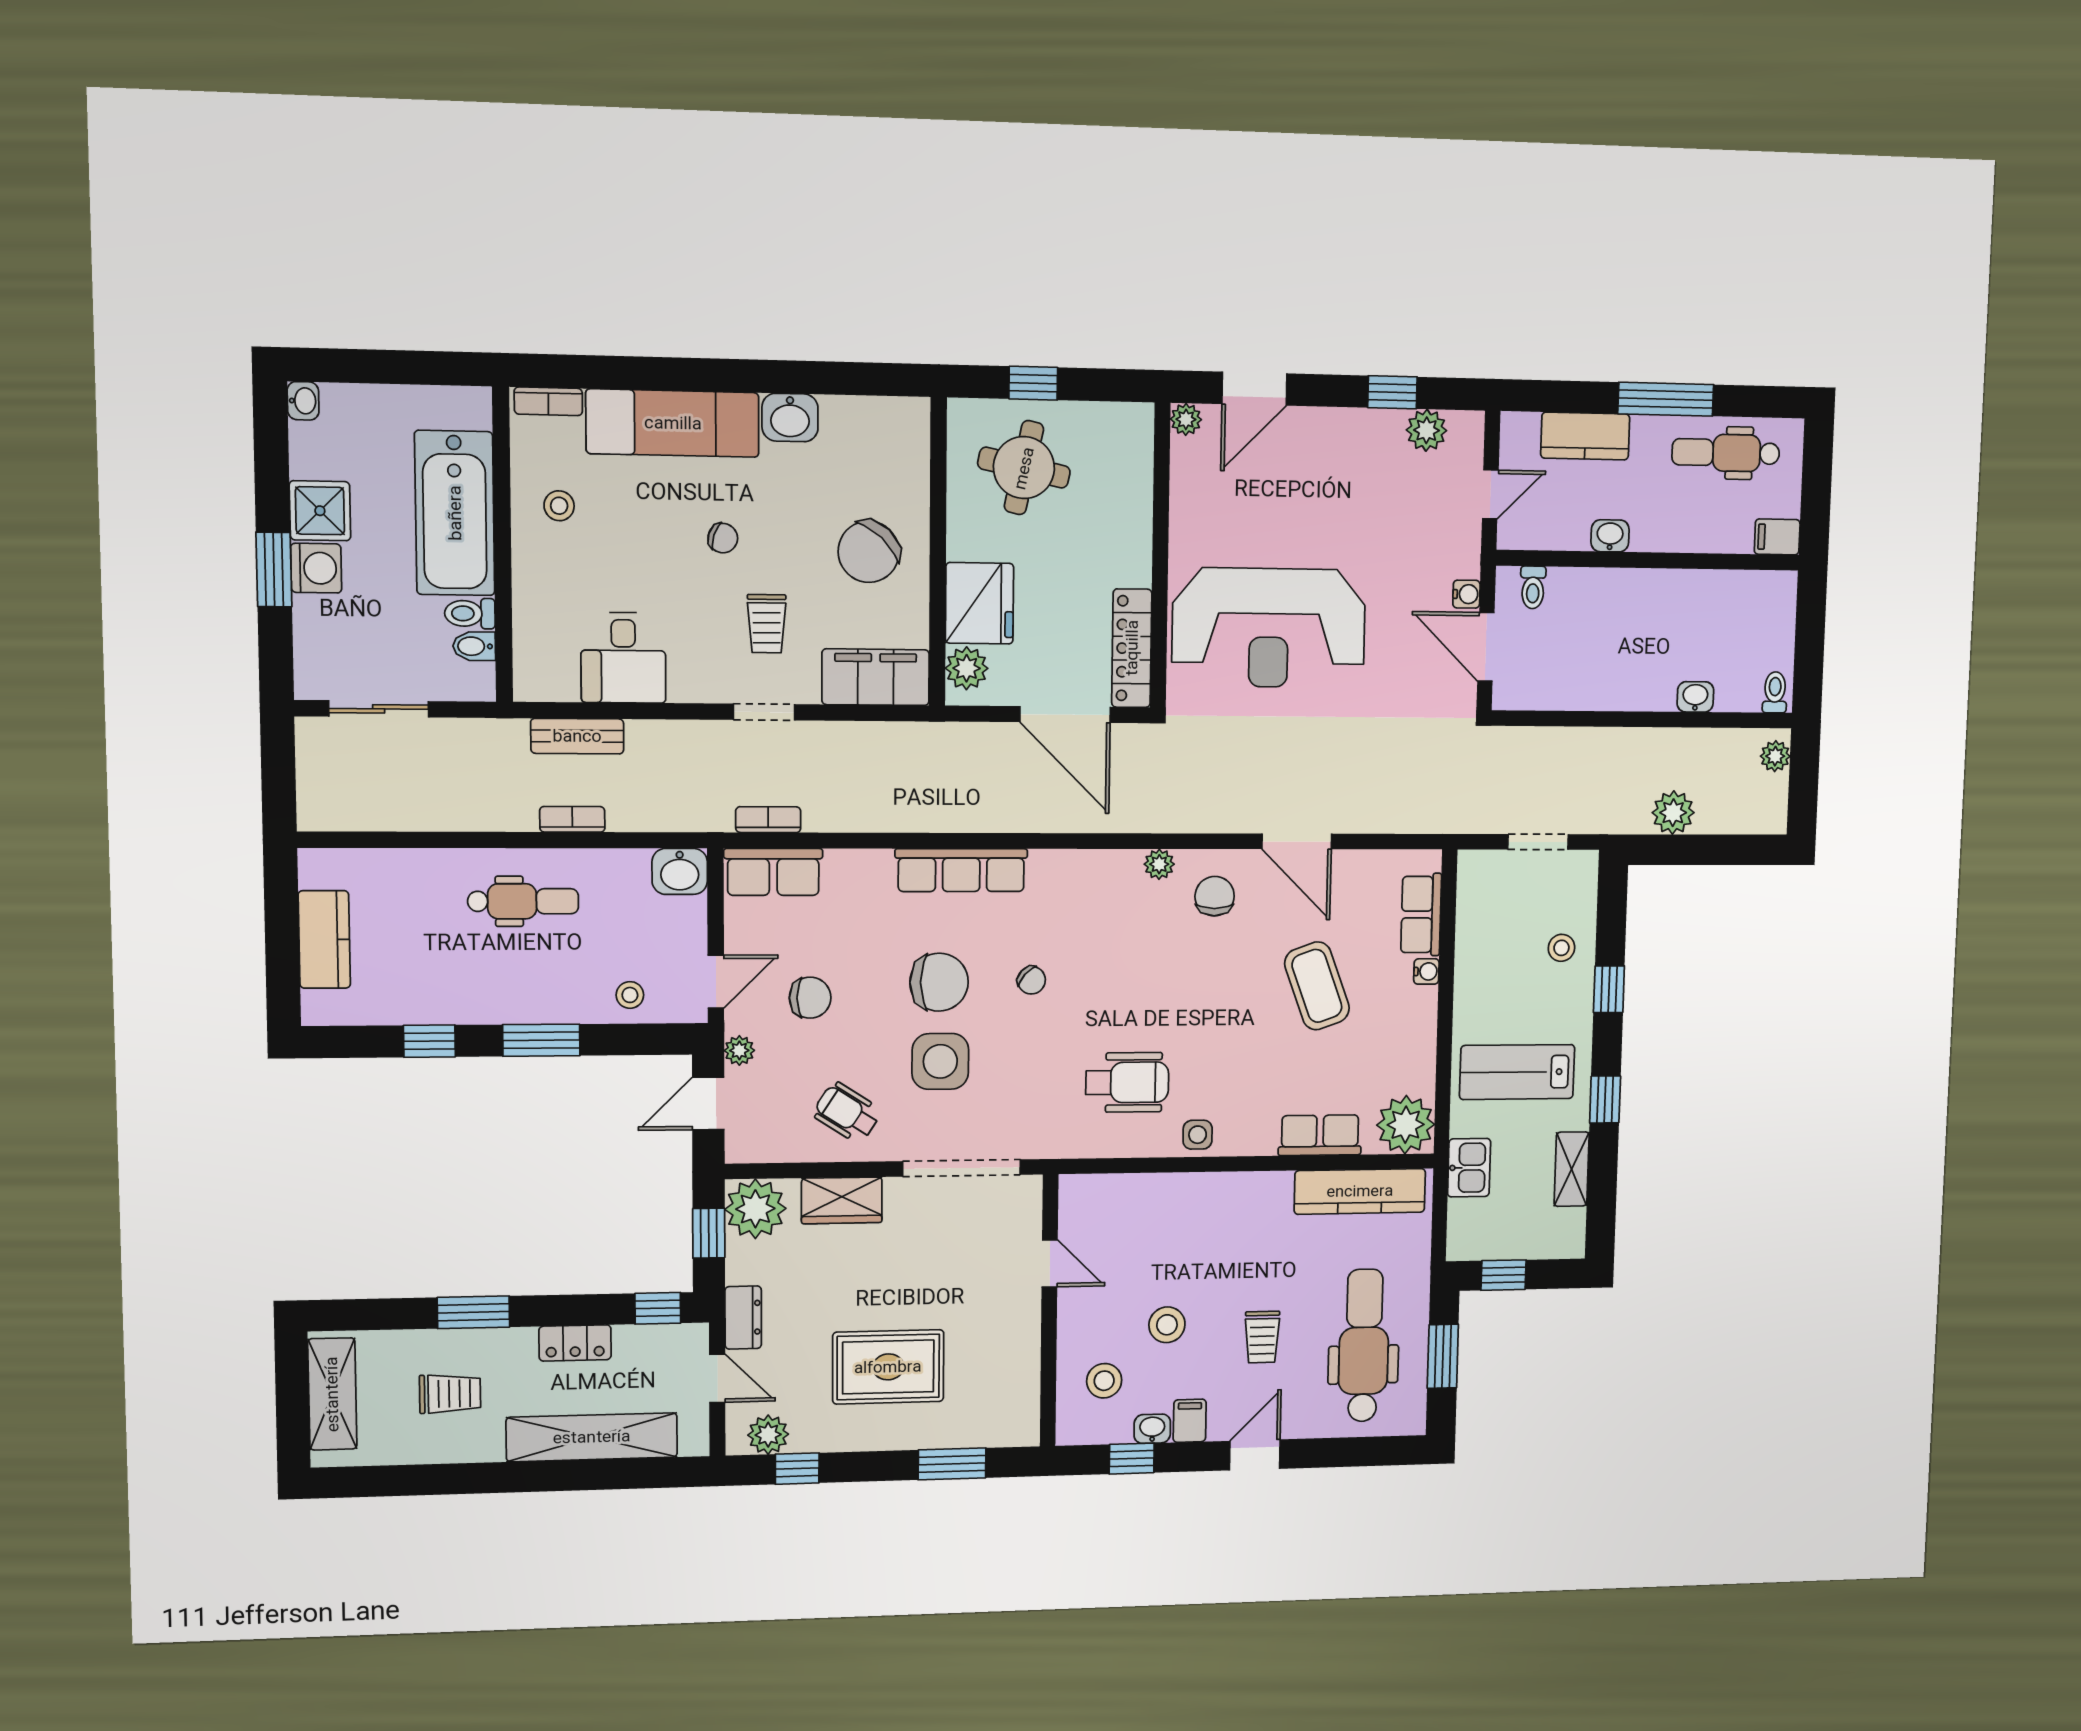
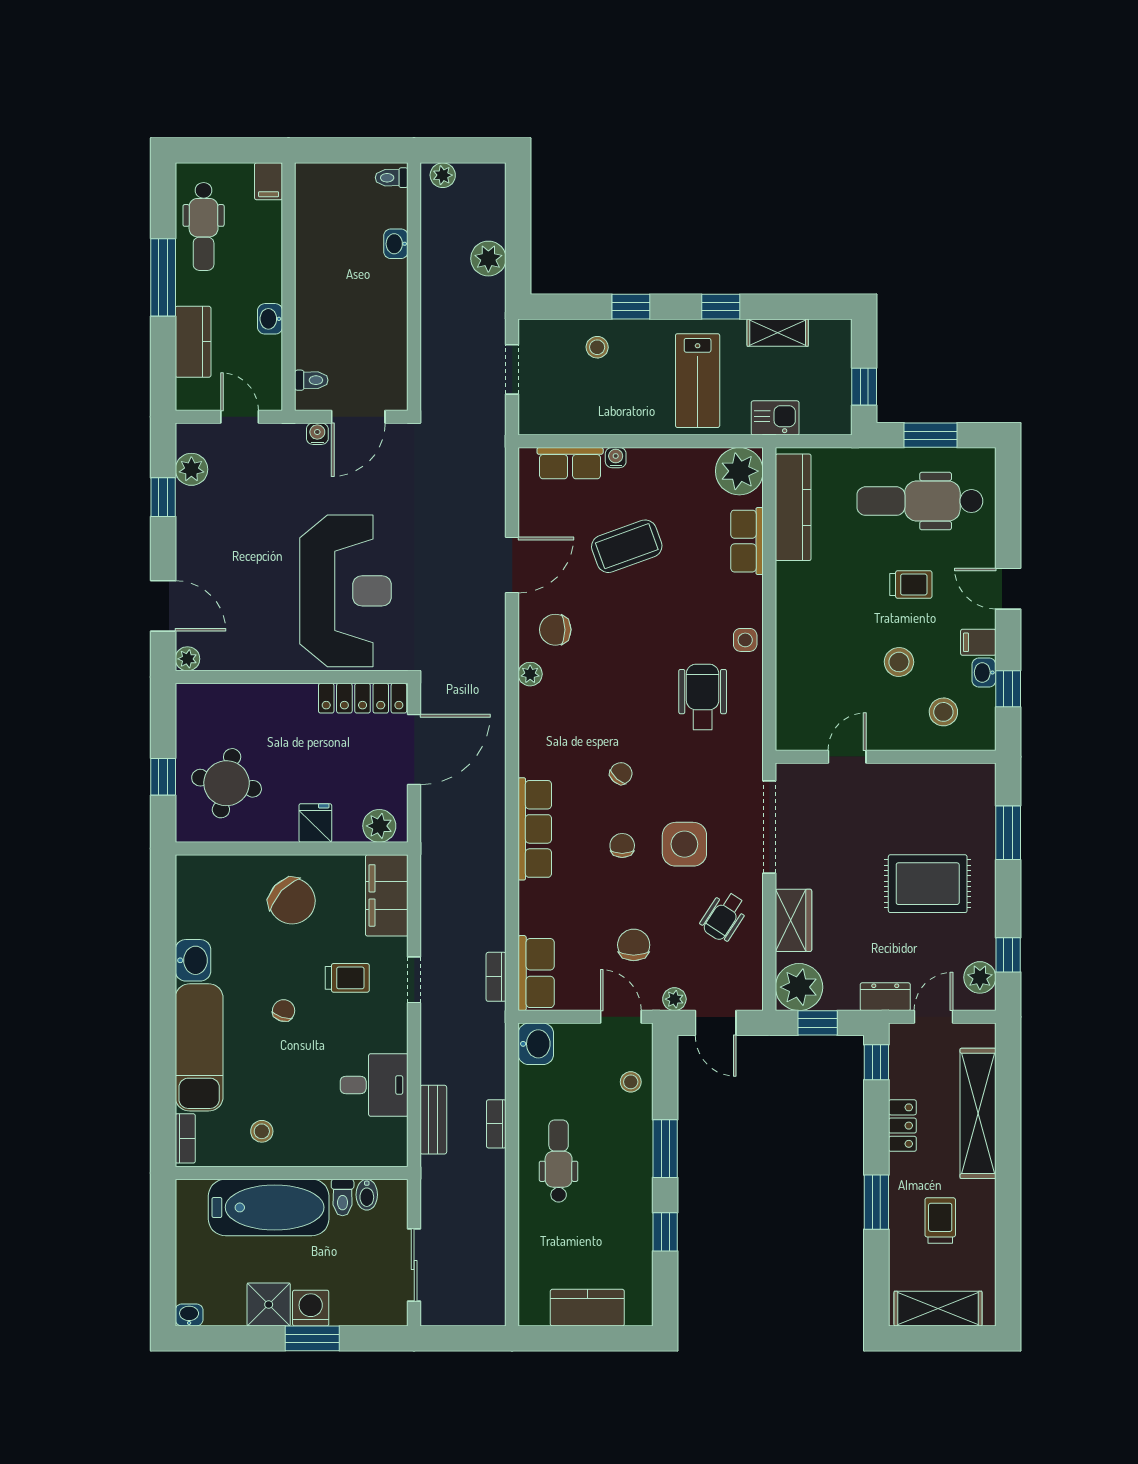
fridge: (979, 603) -> (315, 823), width x0.53, depth x0.75
chair: (939, 982) -> (622, 845), width x0.54, depth x0.54
rug: (888, 1367) -> (928, 884), turned 90

